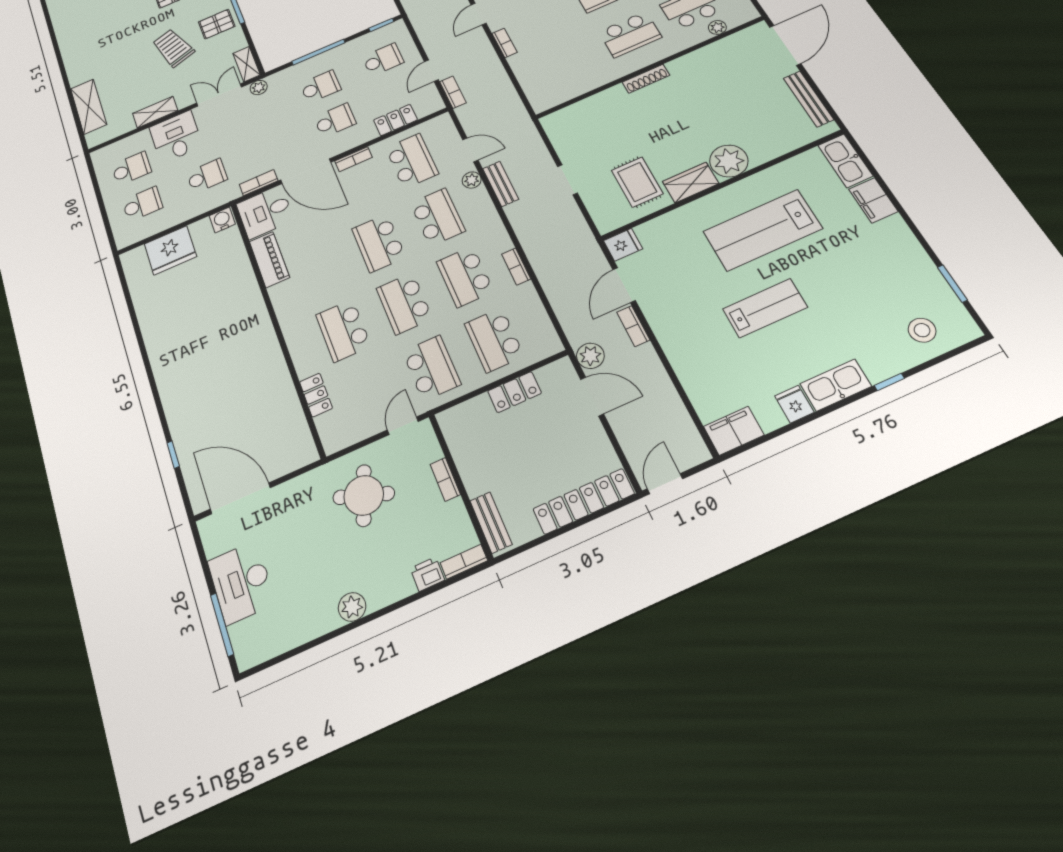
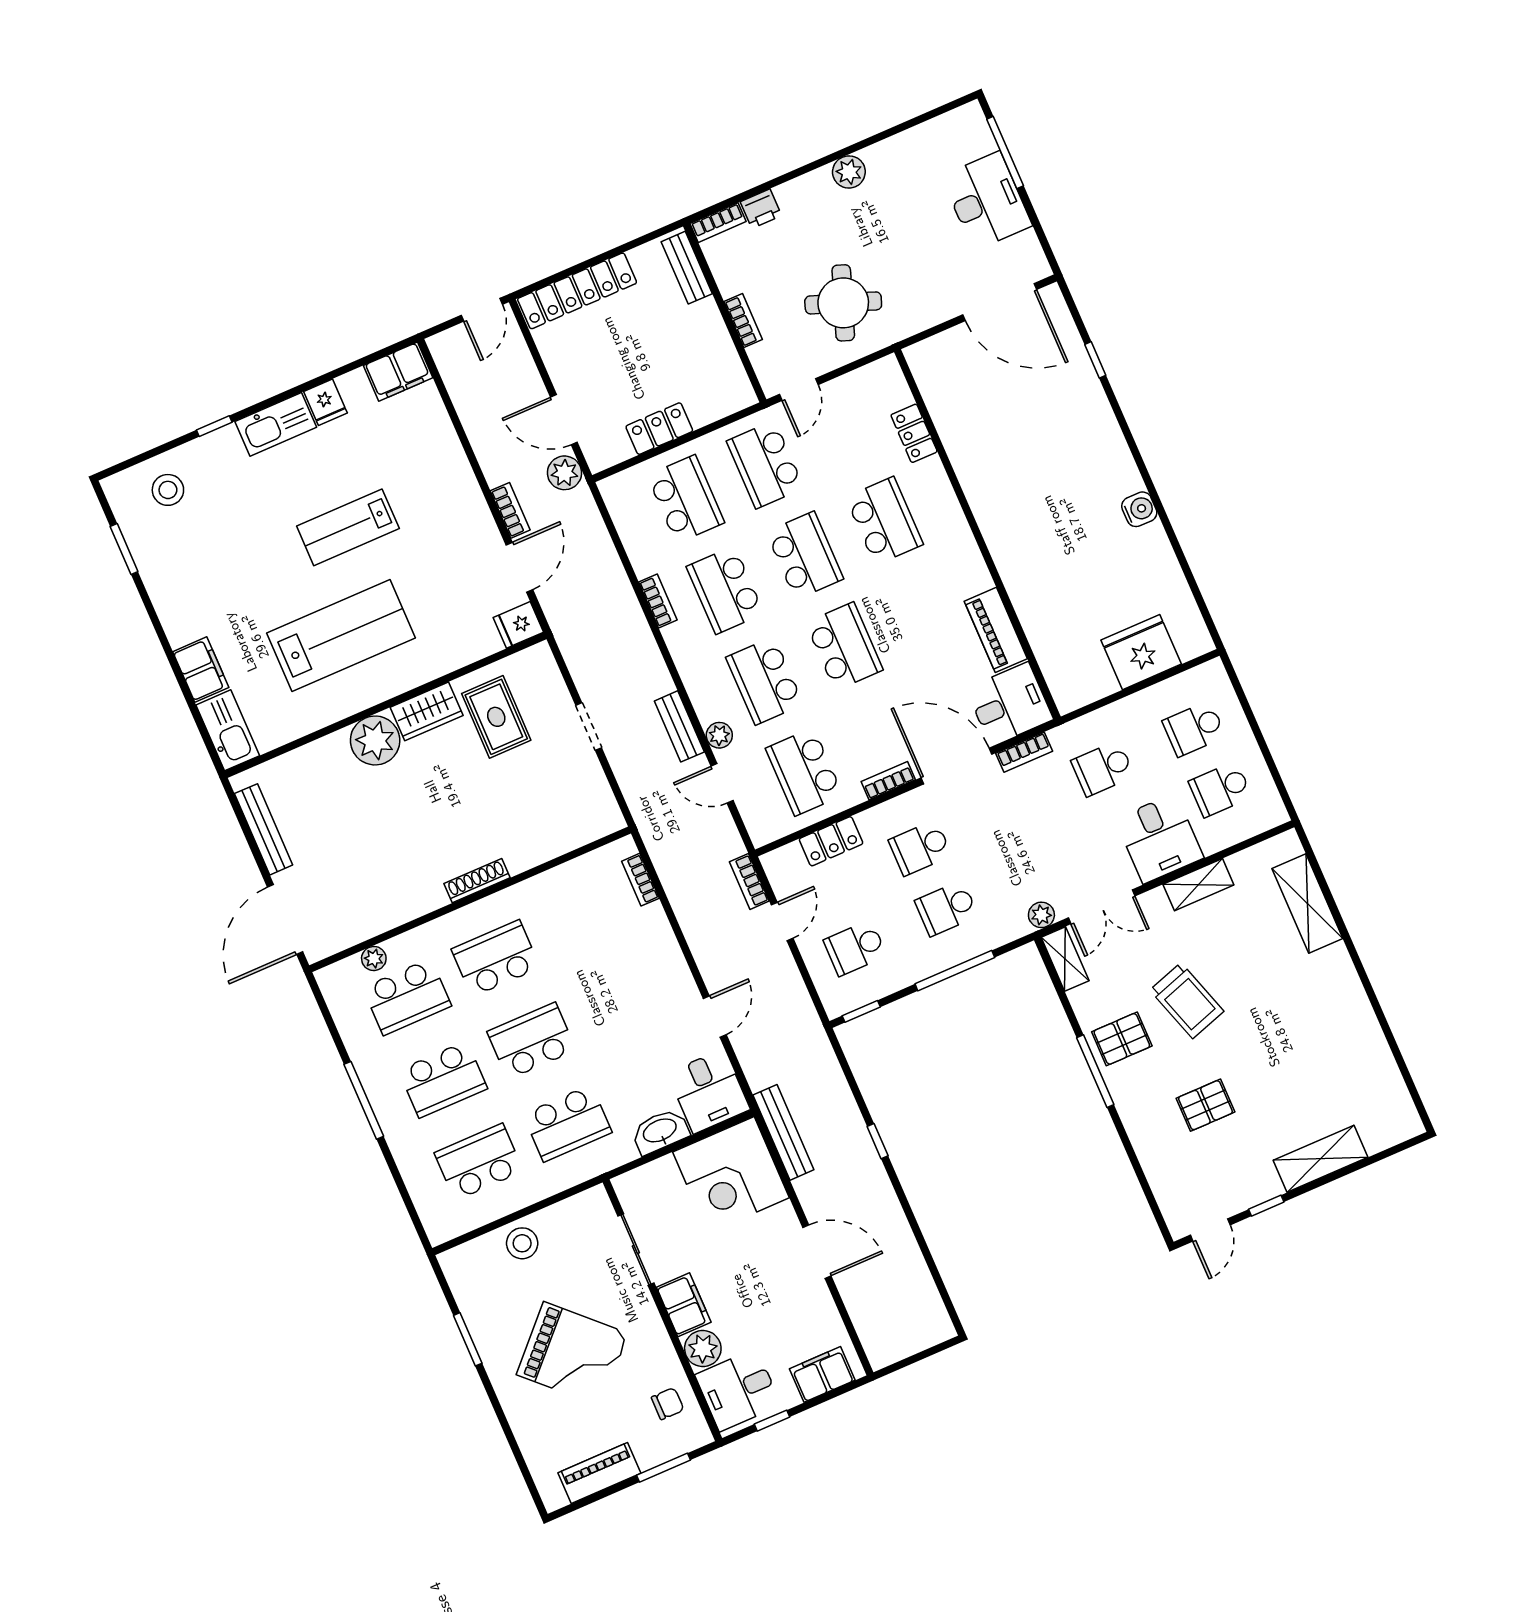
bookcase: (505, 43) -> (640, 880), moved
water cooler: (222, 220) -> (1139, 509), moved, turned -90
school desk: (465, 277) -> (725, 590), turned 180

